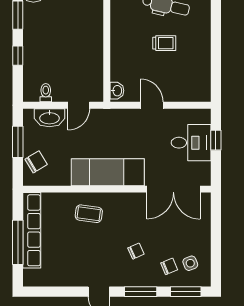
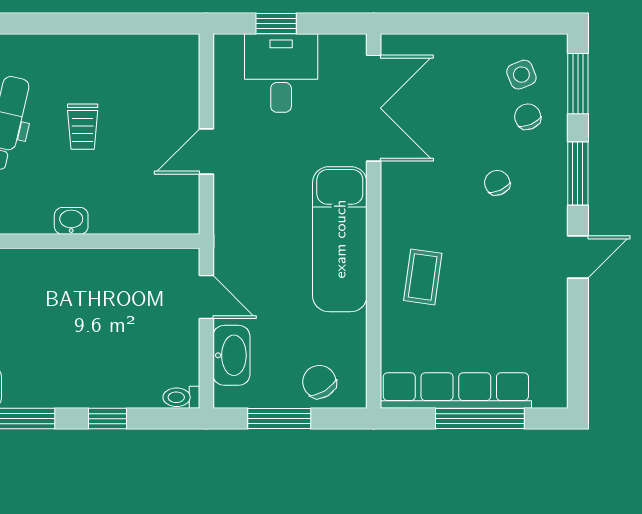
trolley: (164, 43) -> (83, 127), turned 180
washbasin: (117, 91) -> (71, 221), moved
toilet: (46, 93) -> (181, 397), moved

